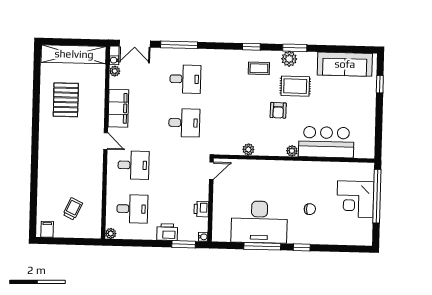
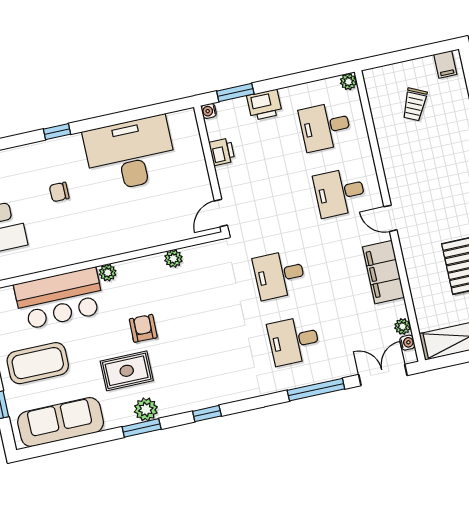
coffee table: (259, 68) -> (38, 363), moved, width x1.86, depth x1.72
window: (262, 246) -> (117, 119), removed

